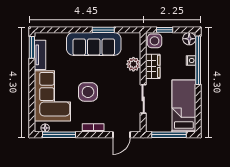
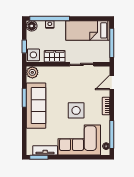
plant: (133, 64) -> (32, 72), moved
door: (121, 135) -> (112, 82), swing flipped

